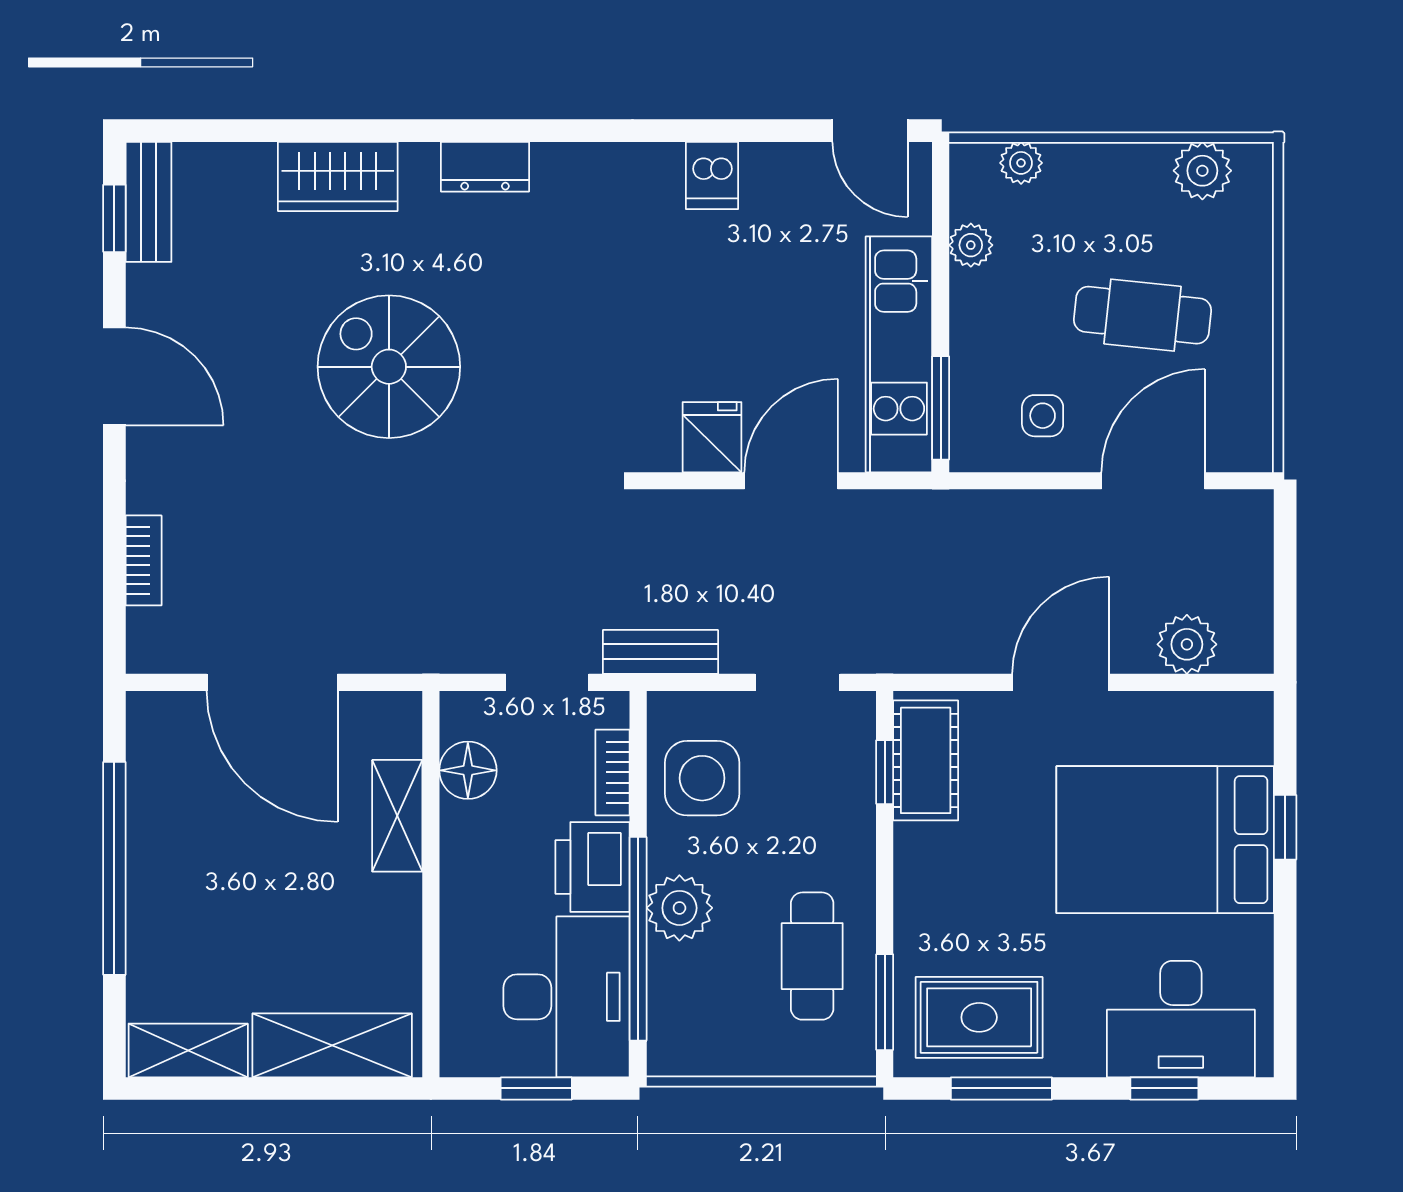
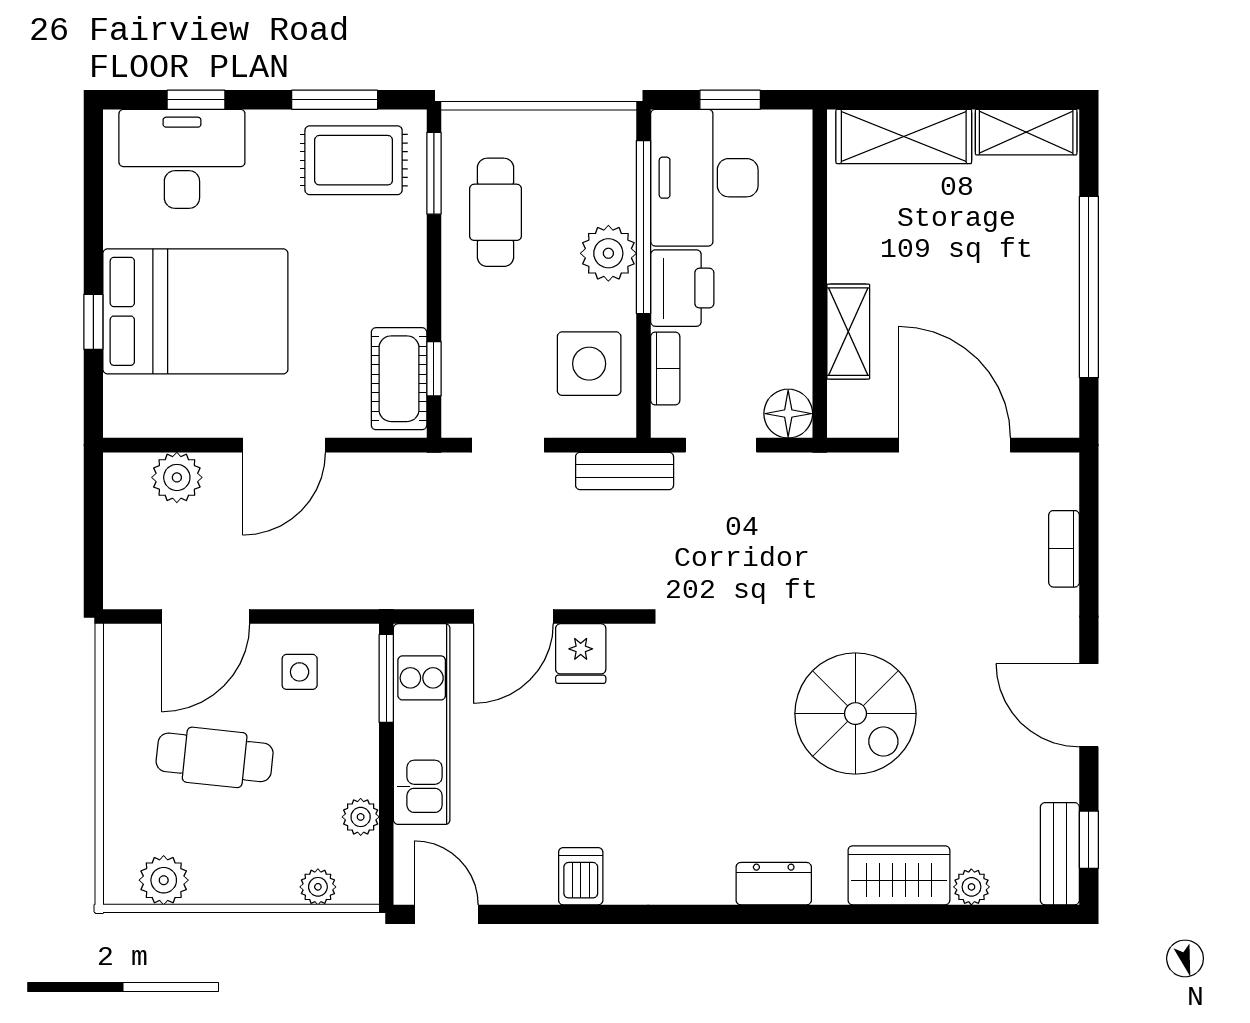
plant: (252, 163) -> (971, 887), added
floor lamp: (468, 770) -> (788, 414), moved

